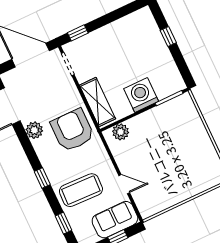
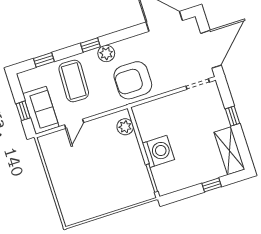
window: (78, 33) -> (232, 116), moved
shelving: (97, 102) -> (229, 151), moved, turned 90
plant: (34, 130) -> (106, 53), moved
armchair: (72, 130) -> (133, 80), turned 180

